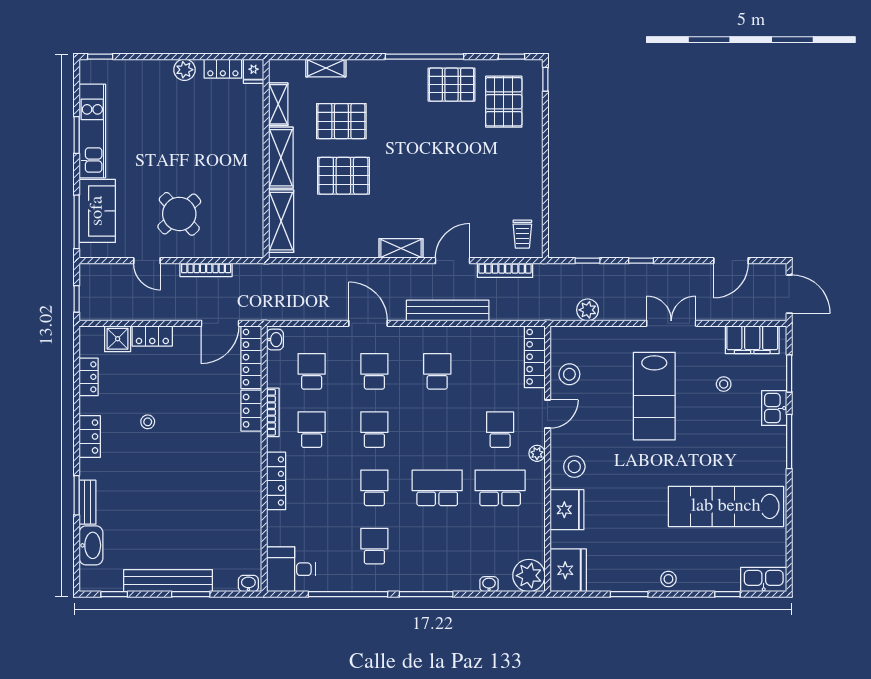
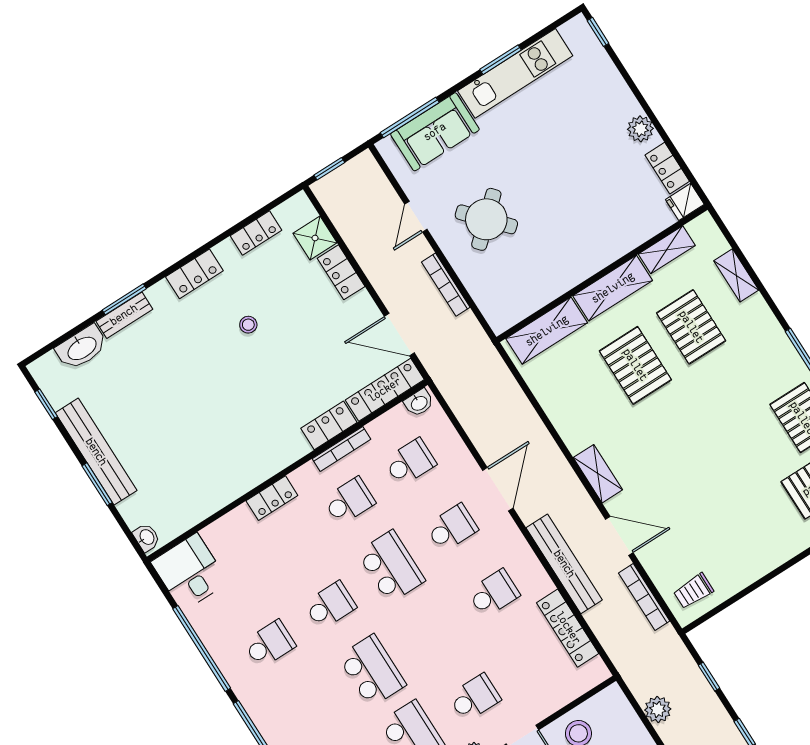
locker: (535, 357) -> (568, 628), moved, turned -90
school desk: (374, 430) -> (391, 567), width x1.85
locker: (276, 481) -> (272, 498), width x0.66

